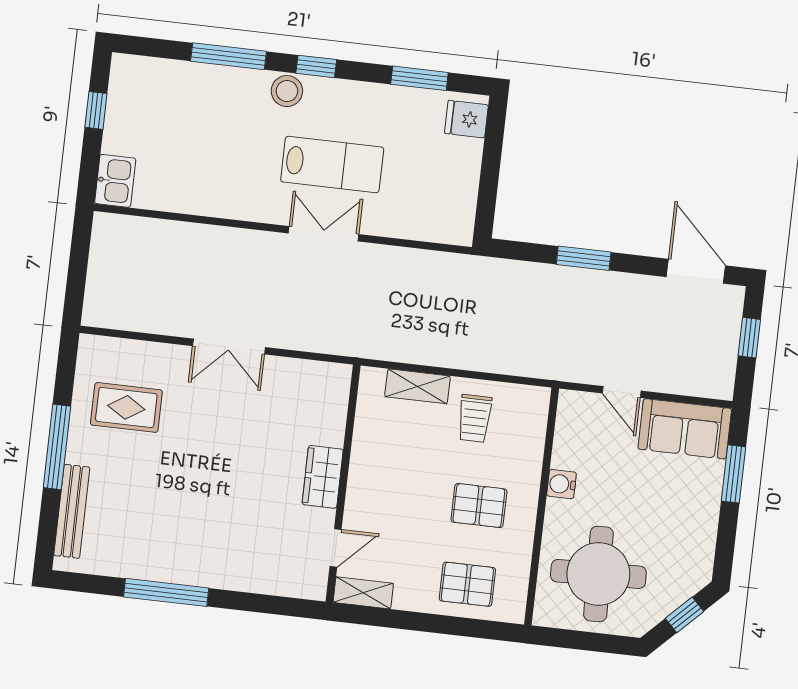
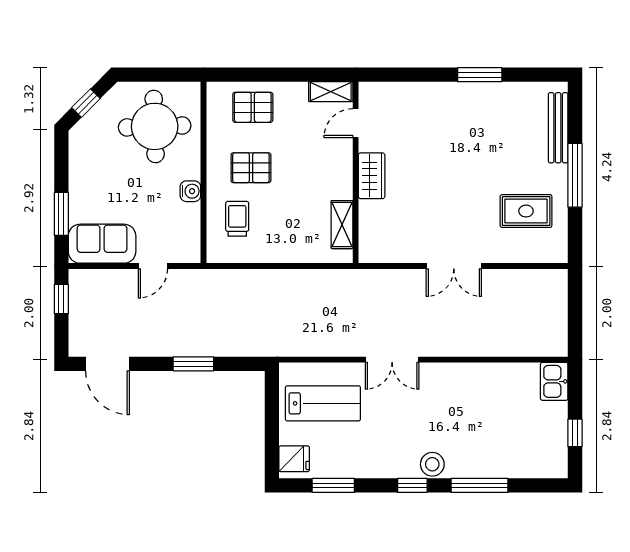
lab bench: (332, 165) -> (323, 403), moved, turned 180
window: (749, 338) -> (61, 299), moved
double door: (229, 347) -> (454, 266), swing flipped
shelving: (417, 386) -> (342, 225), moved, turned 90
door: (622, 392) -> (153, 266), swing flipped
trolley: (475, 418) -> (237, 219), moved
window: (166, 592) -> (480, 75), width x0.69

